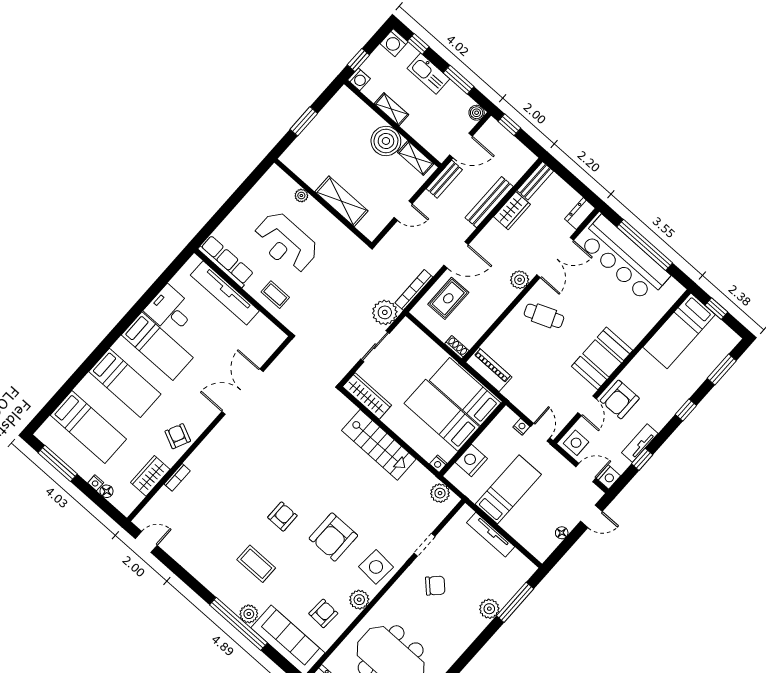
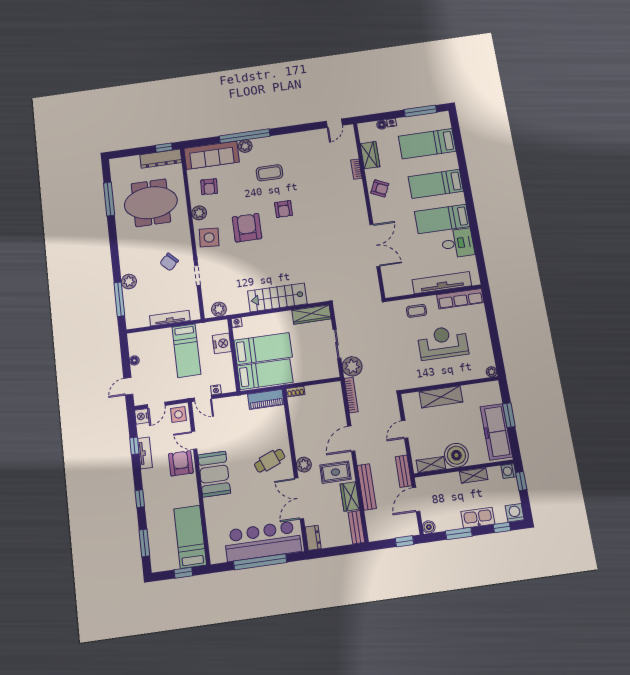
freezer: (331, 121) -> (496, 432), added
plant: (301, 196) -> (492, 372), moved
rug: (448, 298) -> (335, 472), moved, turned 90

